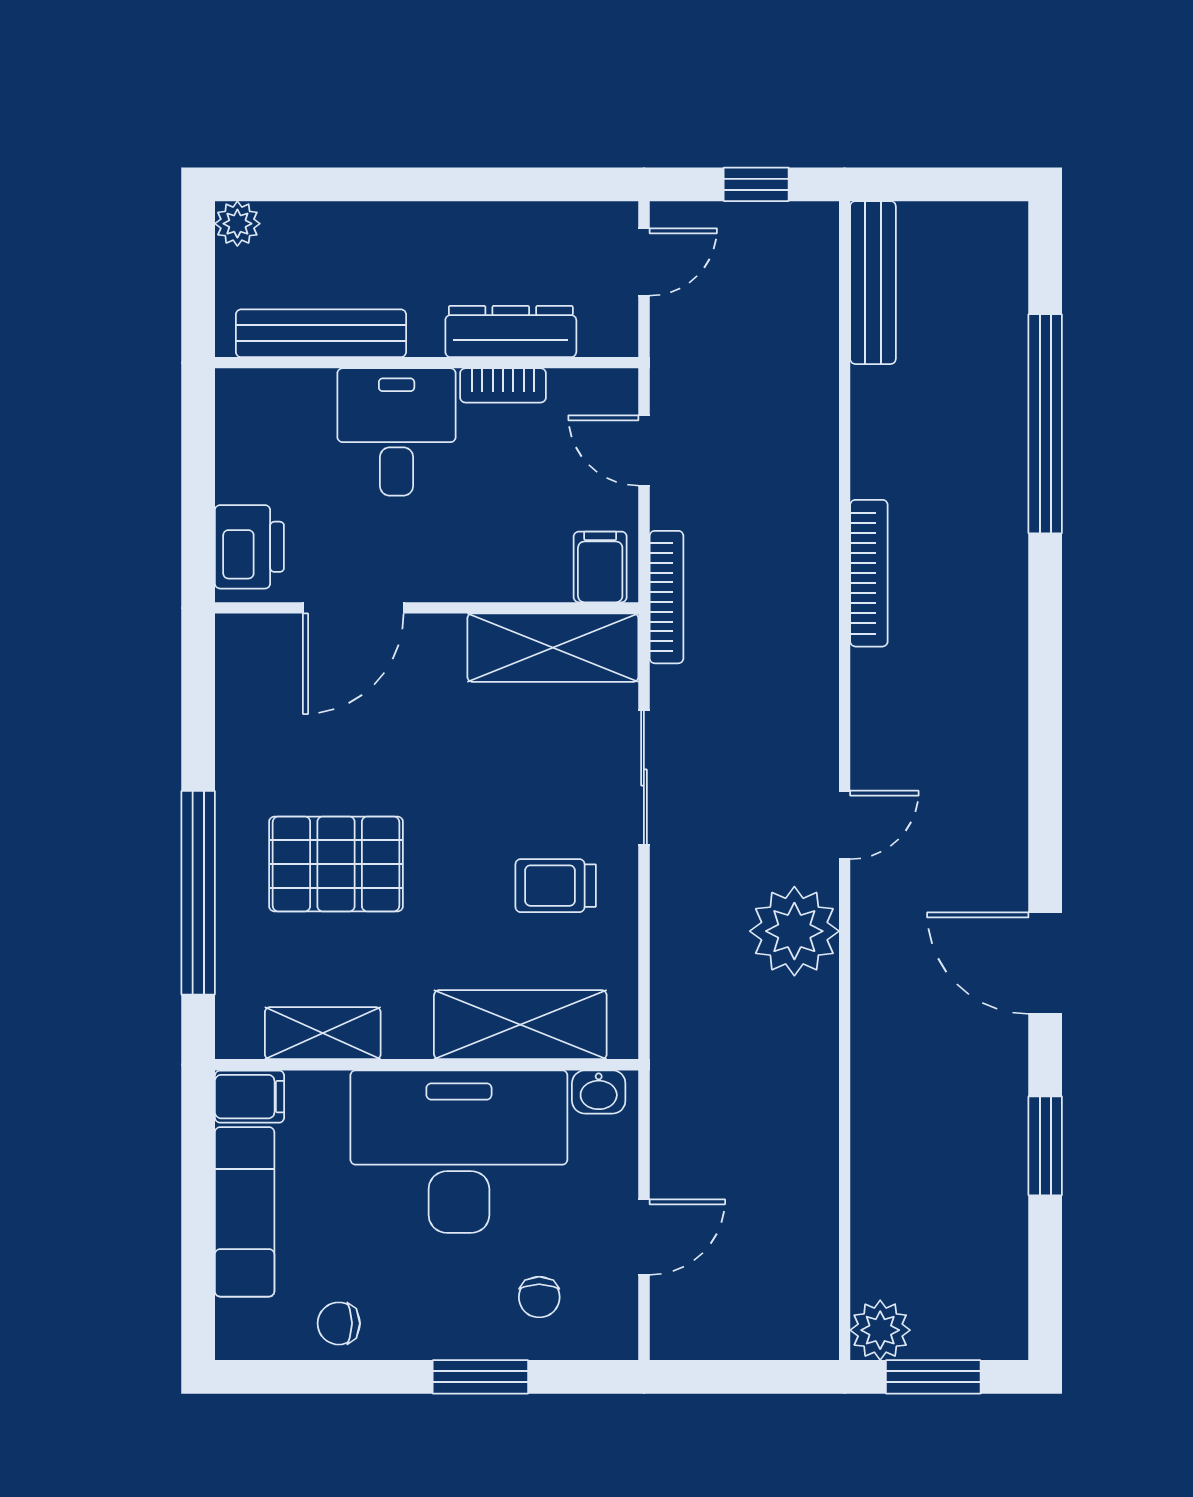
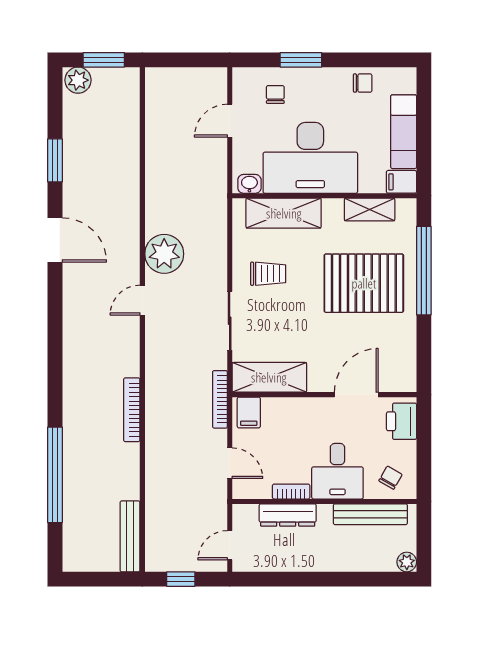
chair: (275, 417) -> (391, 478), added
pallet: (336, 864) -> (364, 283), width x1.37, depth x1.41
plant: (880, 1330) -> (78, 80), moved

